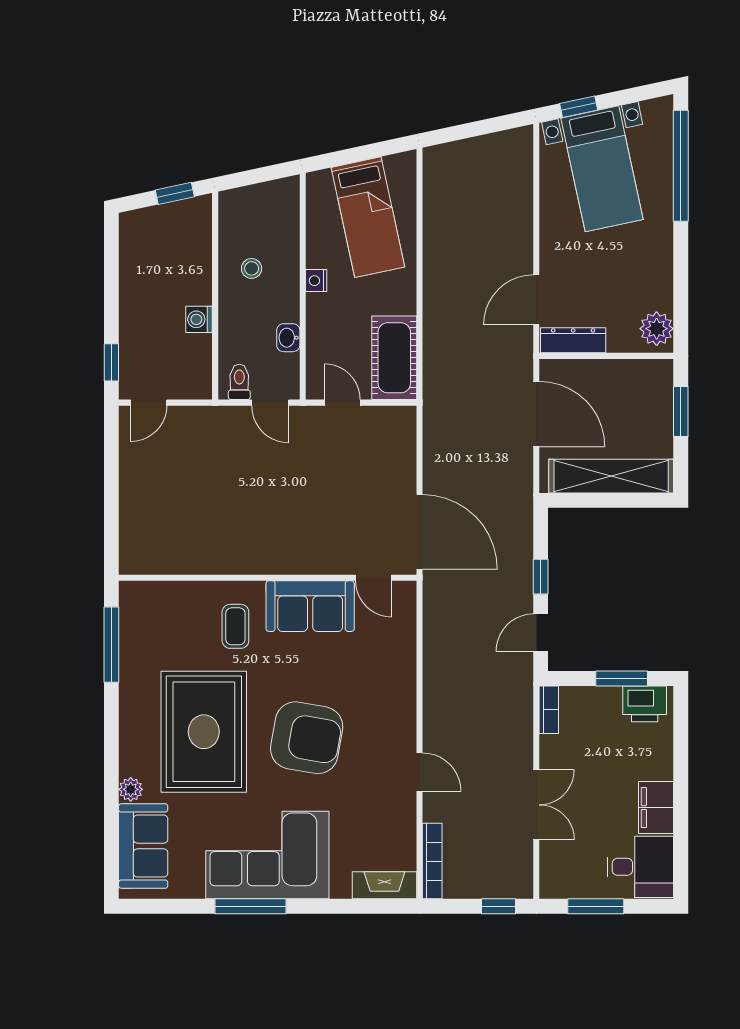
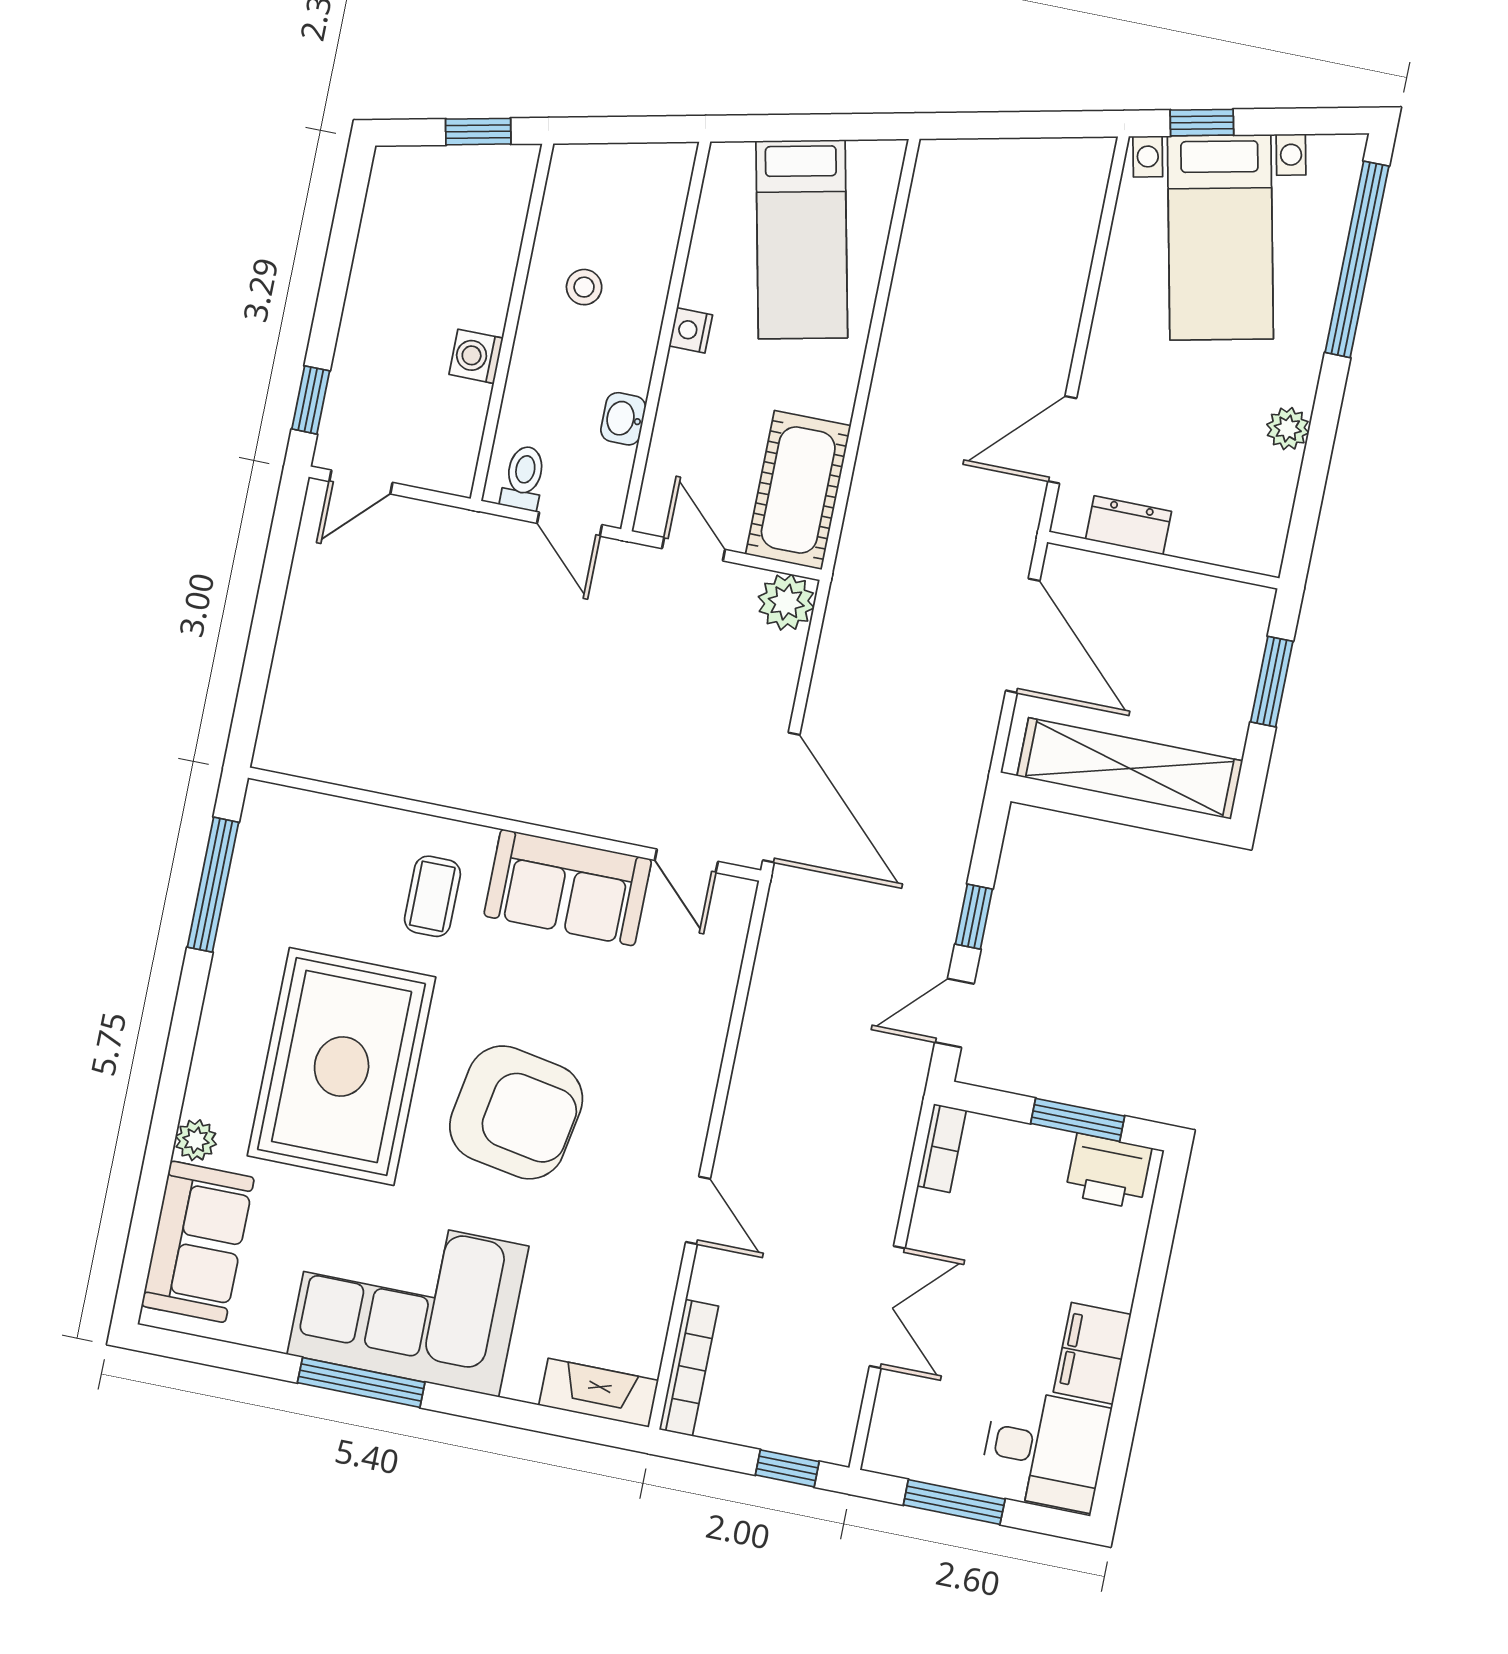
plant: (657, 329) -> (1288, 429), moved, width x0.73, depth x0.73
dresser: (573, 340) -> (1128, 525), width x0.70
plant: (400, 422) -> (786, 602), added

